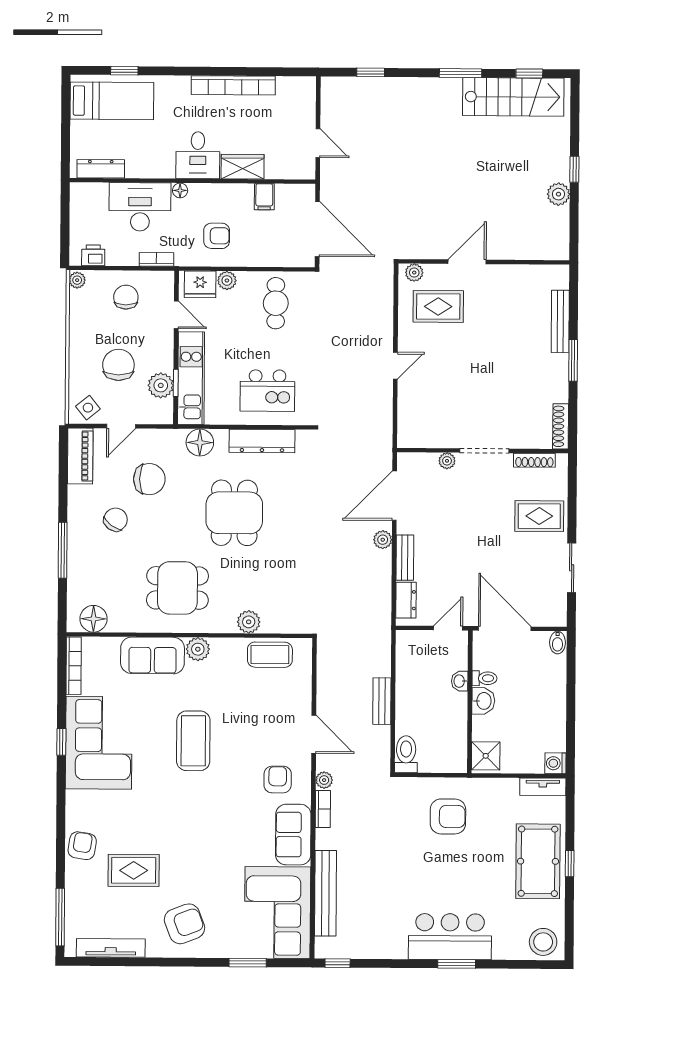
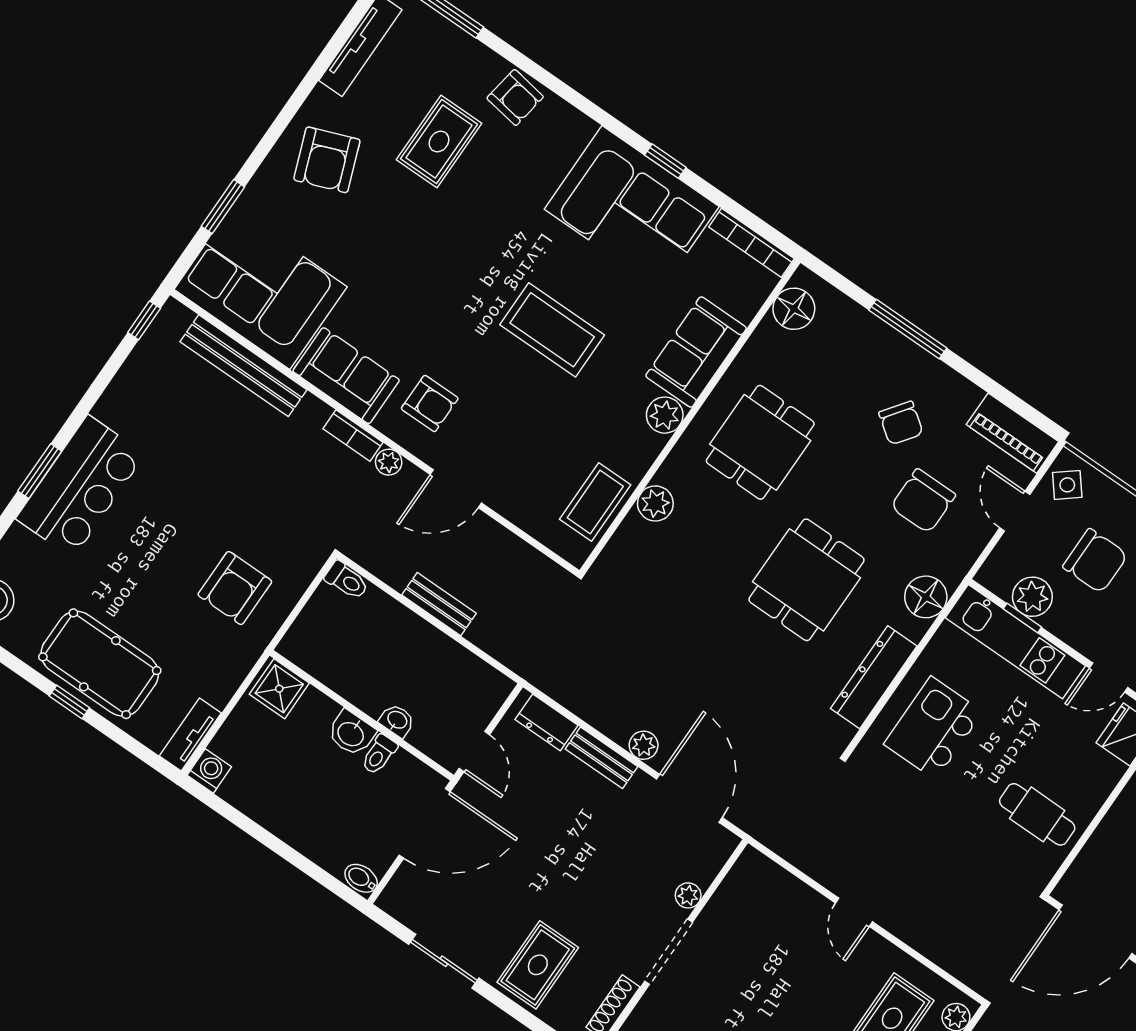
plant: (227, 280) -> (1108, 772), removed
dining table: (234, 513) -> (807, 580), turned 90
toilet: (406, 754) -> (347, 580), width x0.73, depth x0.72

